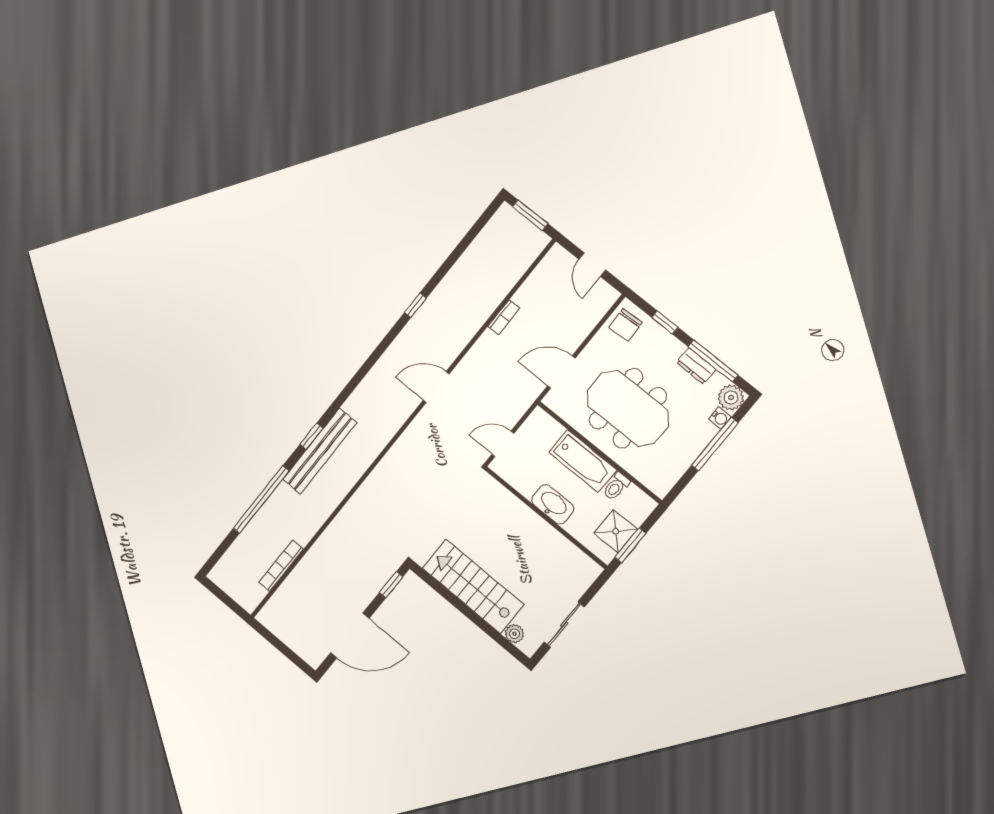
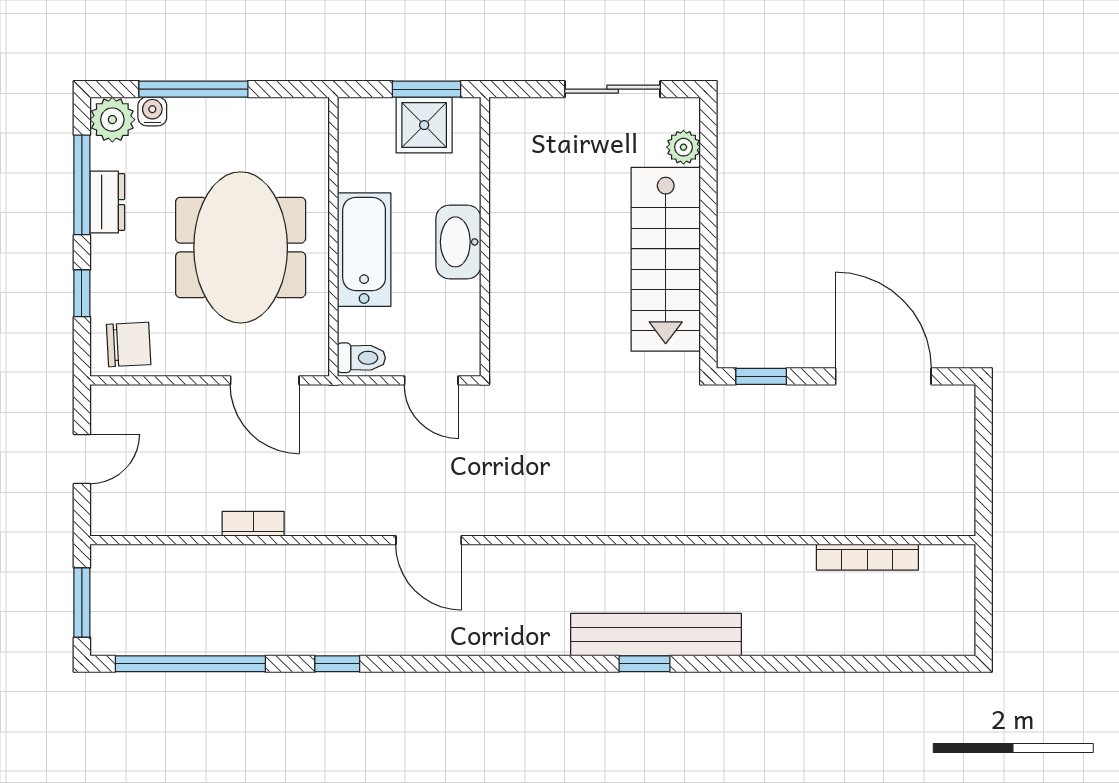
toilet: (616, 486) -> (361, 358), moved
window: (261, 500) -> (190, 664), moved

